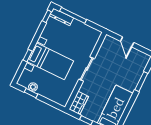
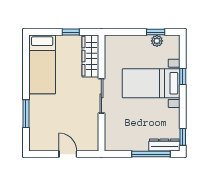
wardrobe: (79, 103) -> (90, 56), width x1.50

